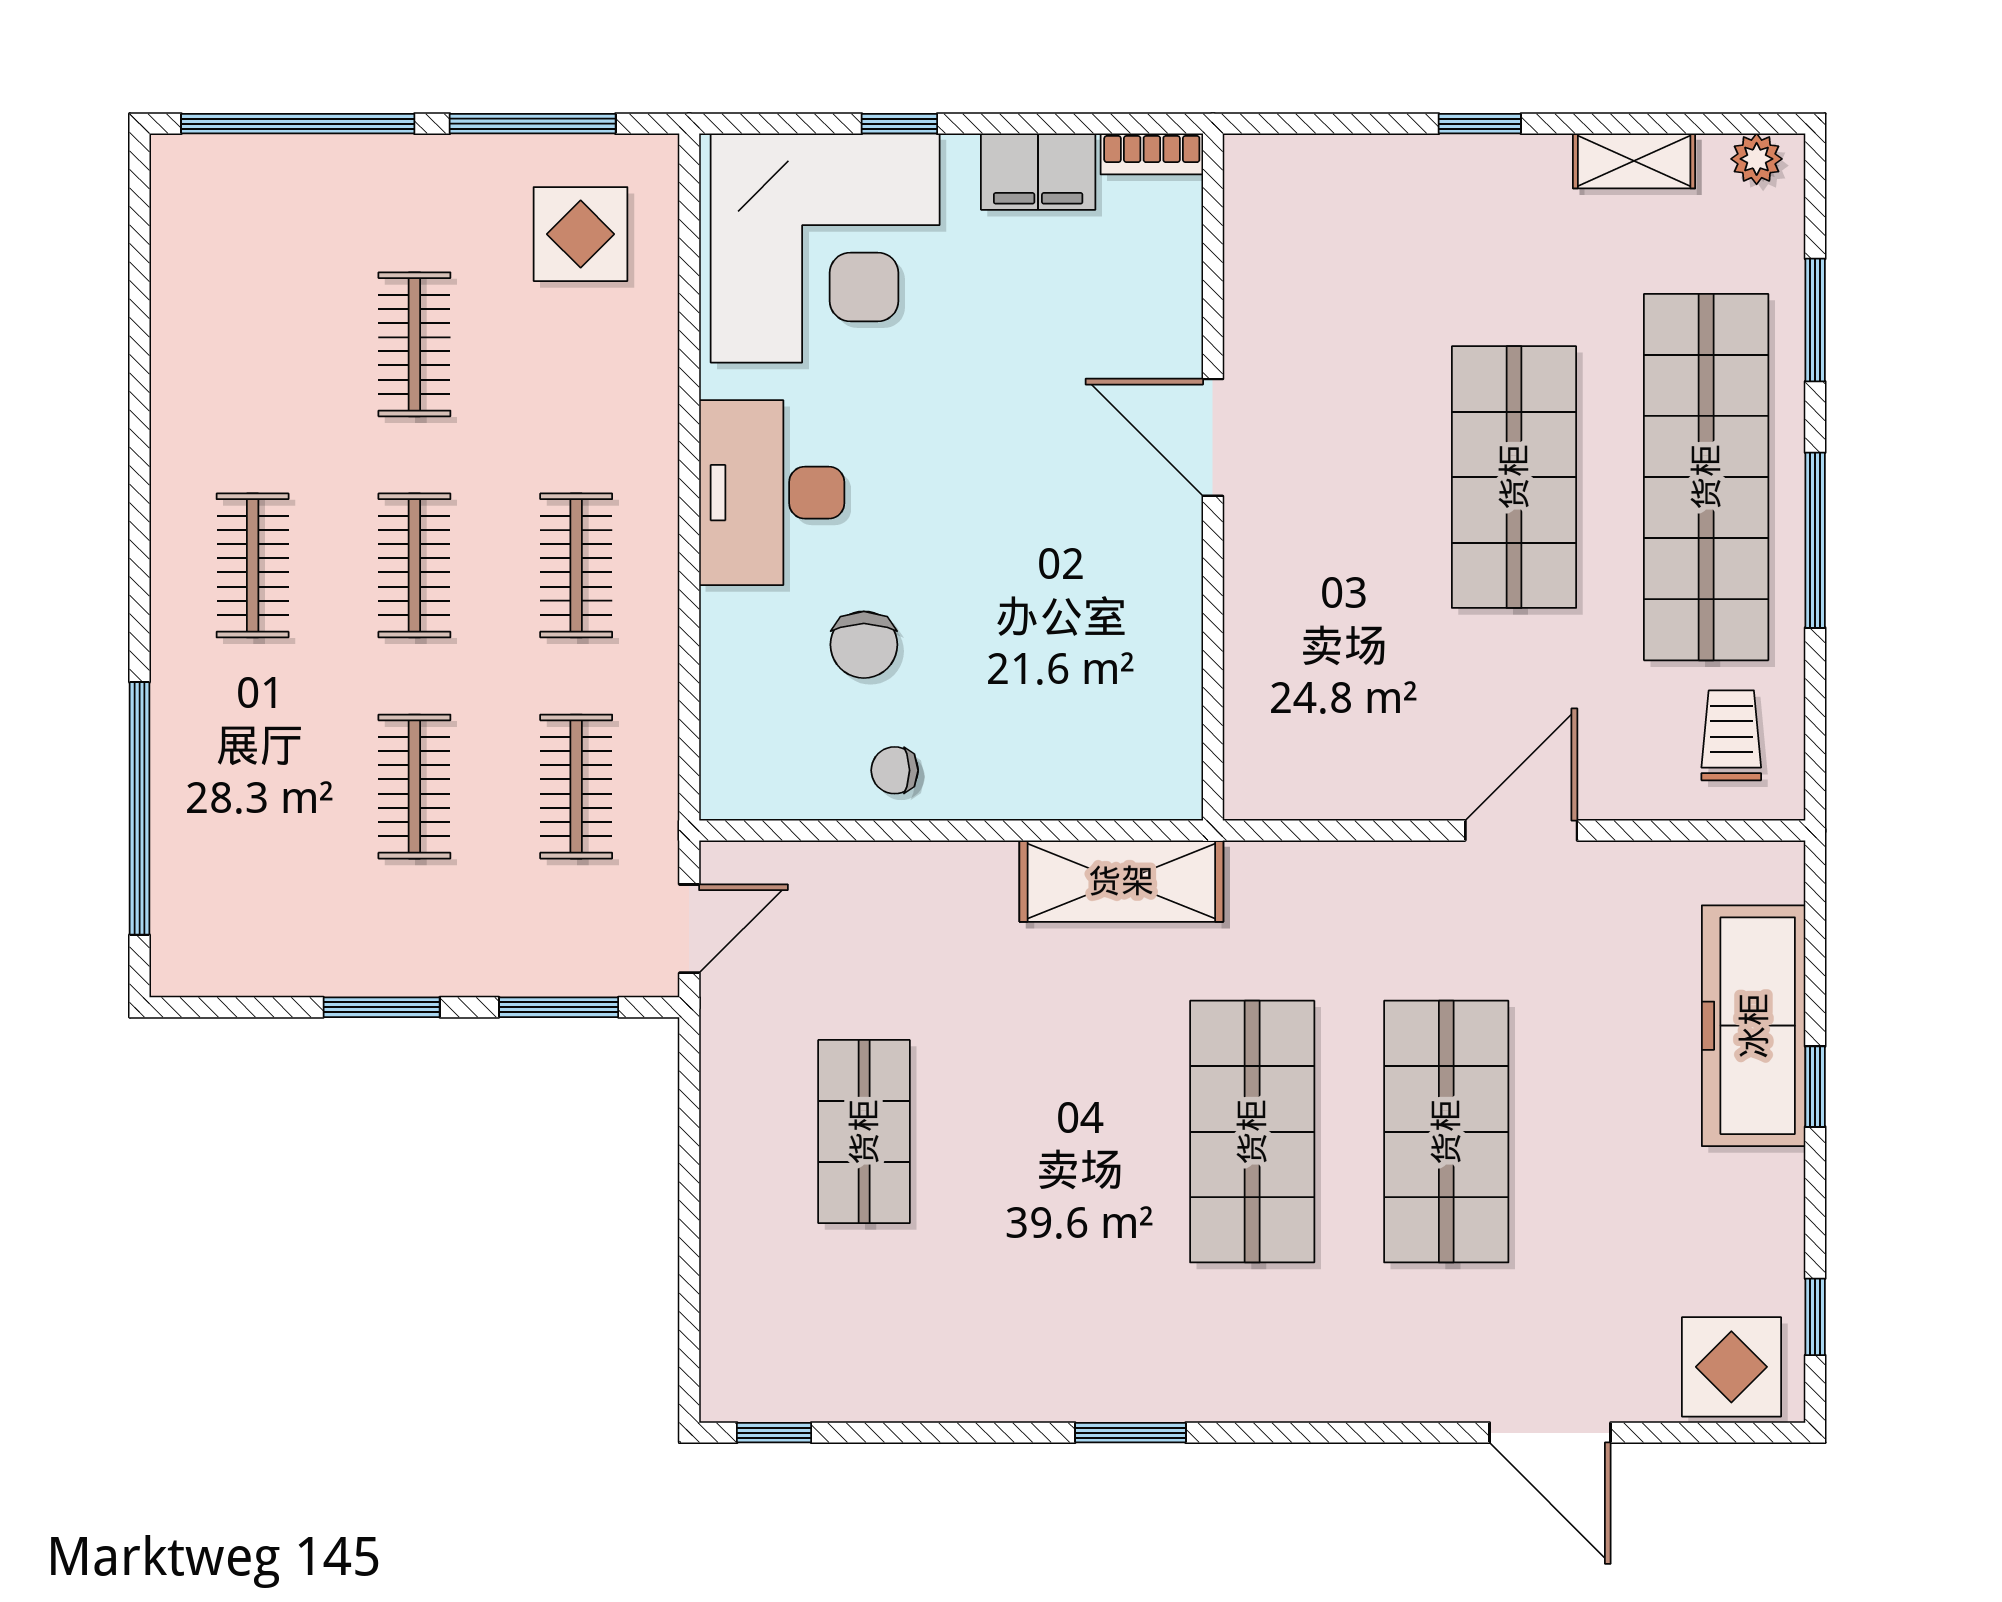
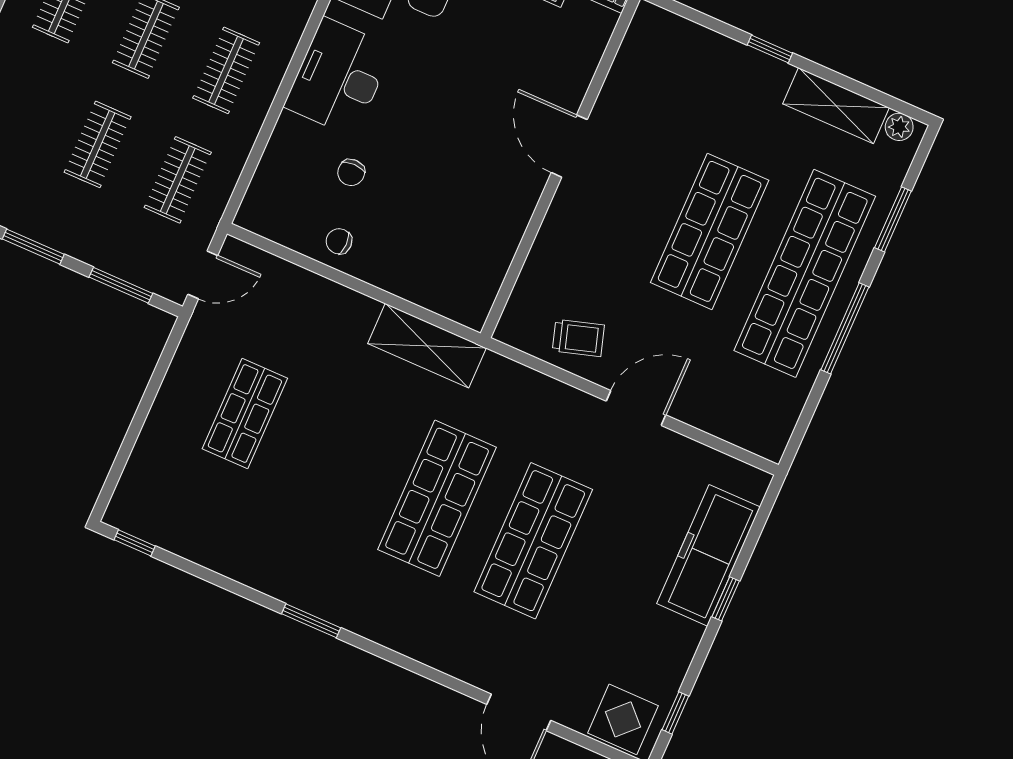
shelving: (1634, 161) -> (836, 106), width x1.50, depth x1.33
chair: (864, 645) -> (351, 172), width x0.73, depth x0.73
trolley: (1731, 735) -> (578, 338), moved, turned 73

